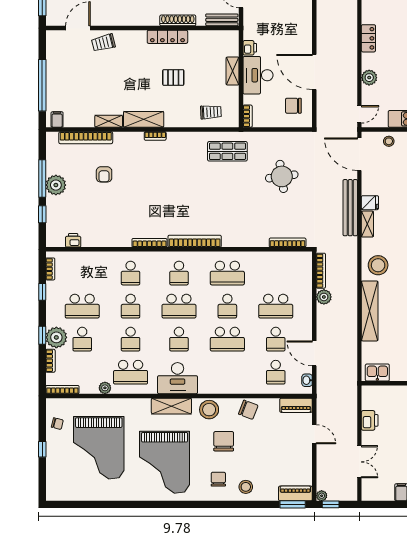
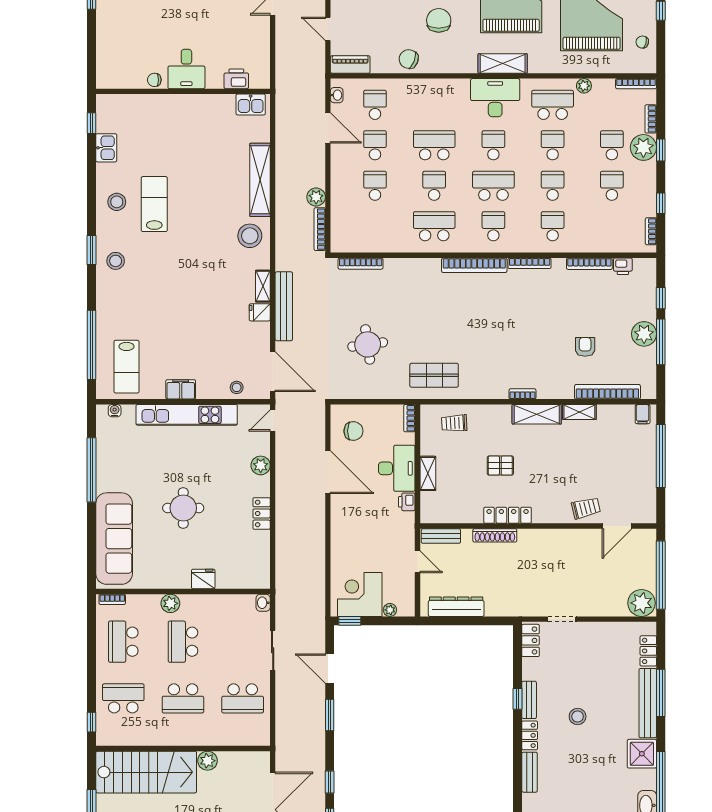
bookcase: (101, 242) -> (589, 264), added
school desk: (82, 306) -> (612, 186), width x0.54
school desk: (276, 306) -> (375, 186), width x0.54
stool: (209, 410) -> (457, 59), removed
printer: (370, 420) -> (236, 79), moved, turned 90
chair: (224, 441) -> (439, 20), turned 180

